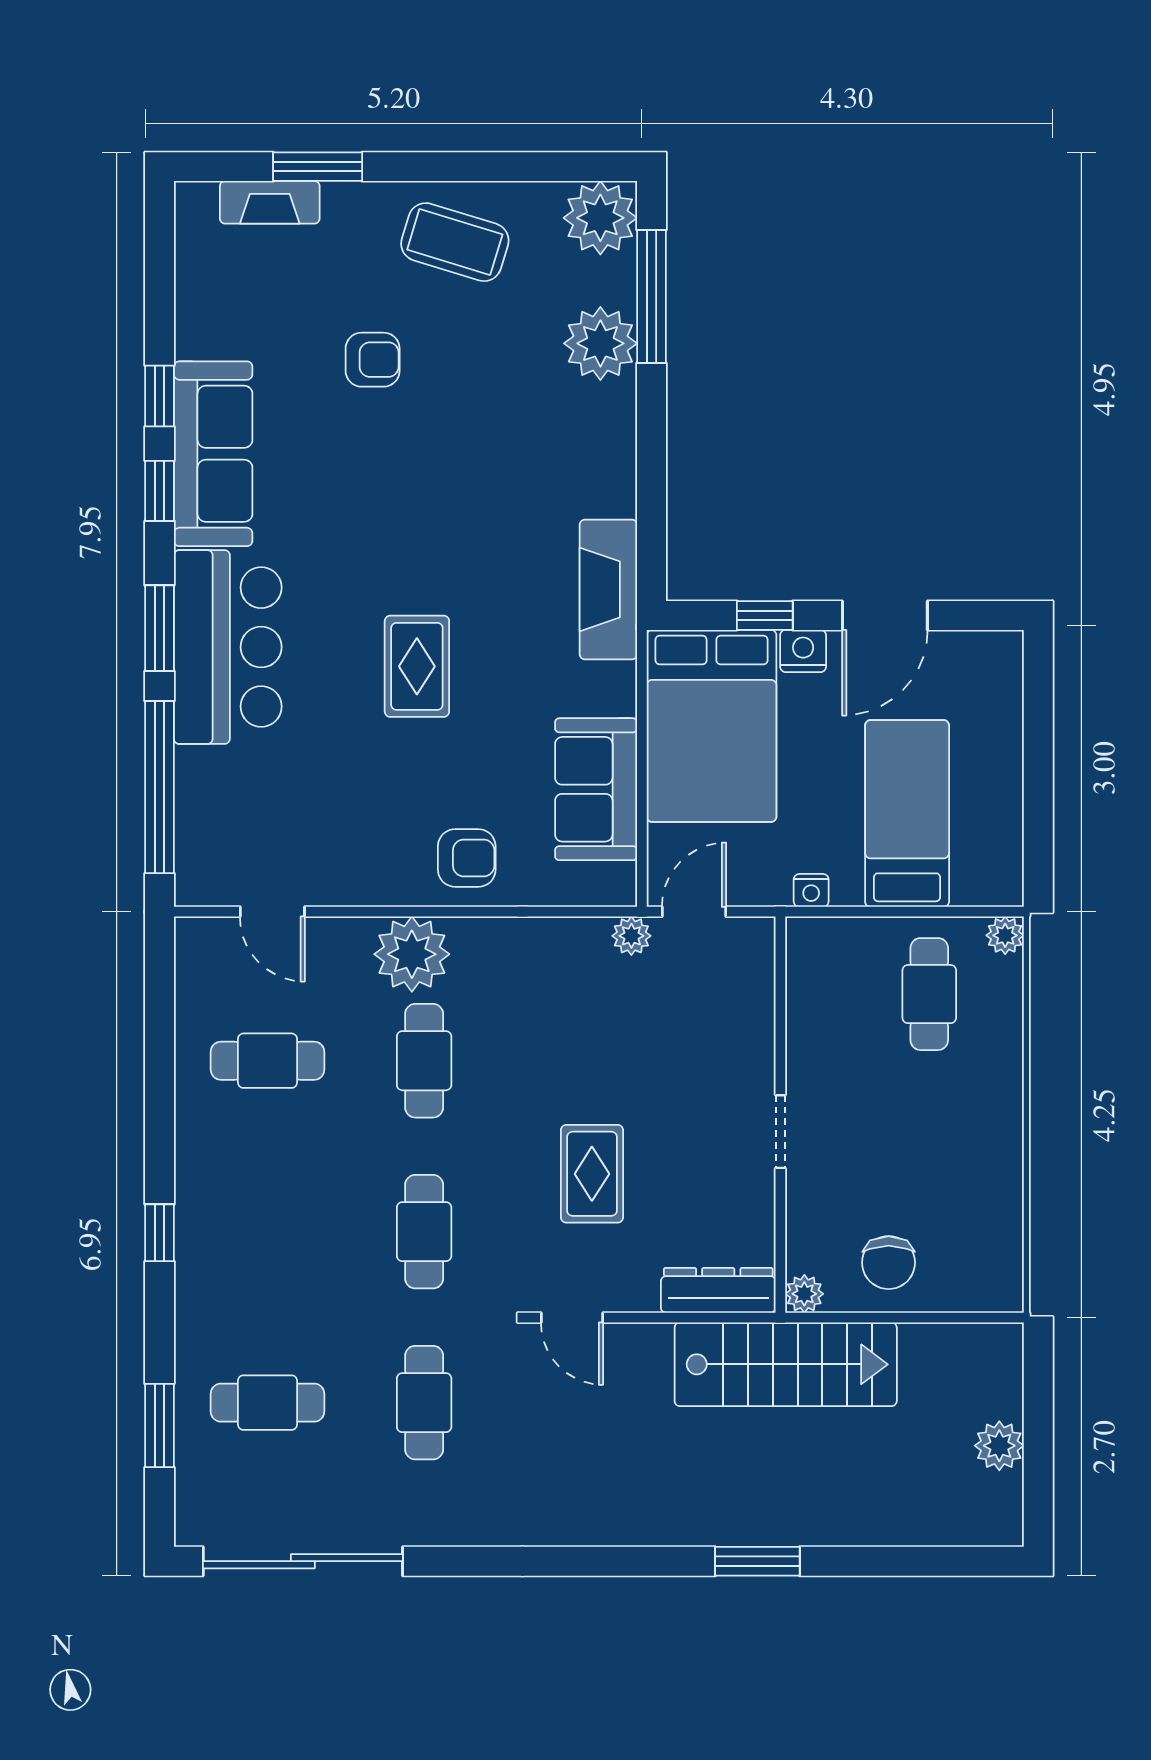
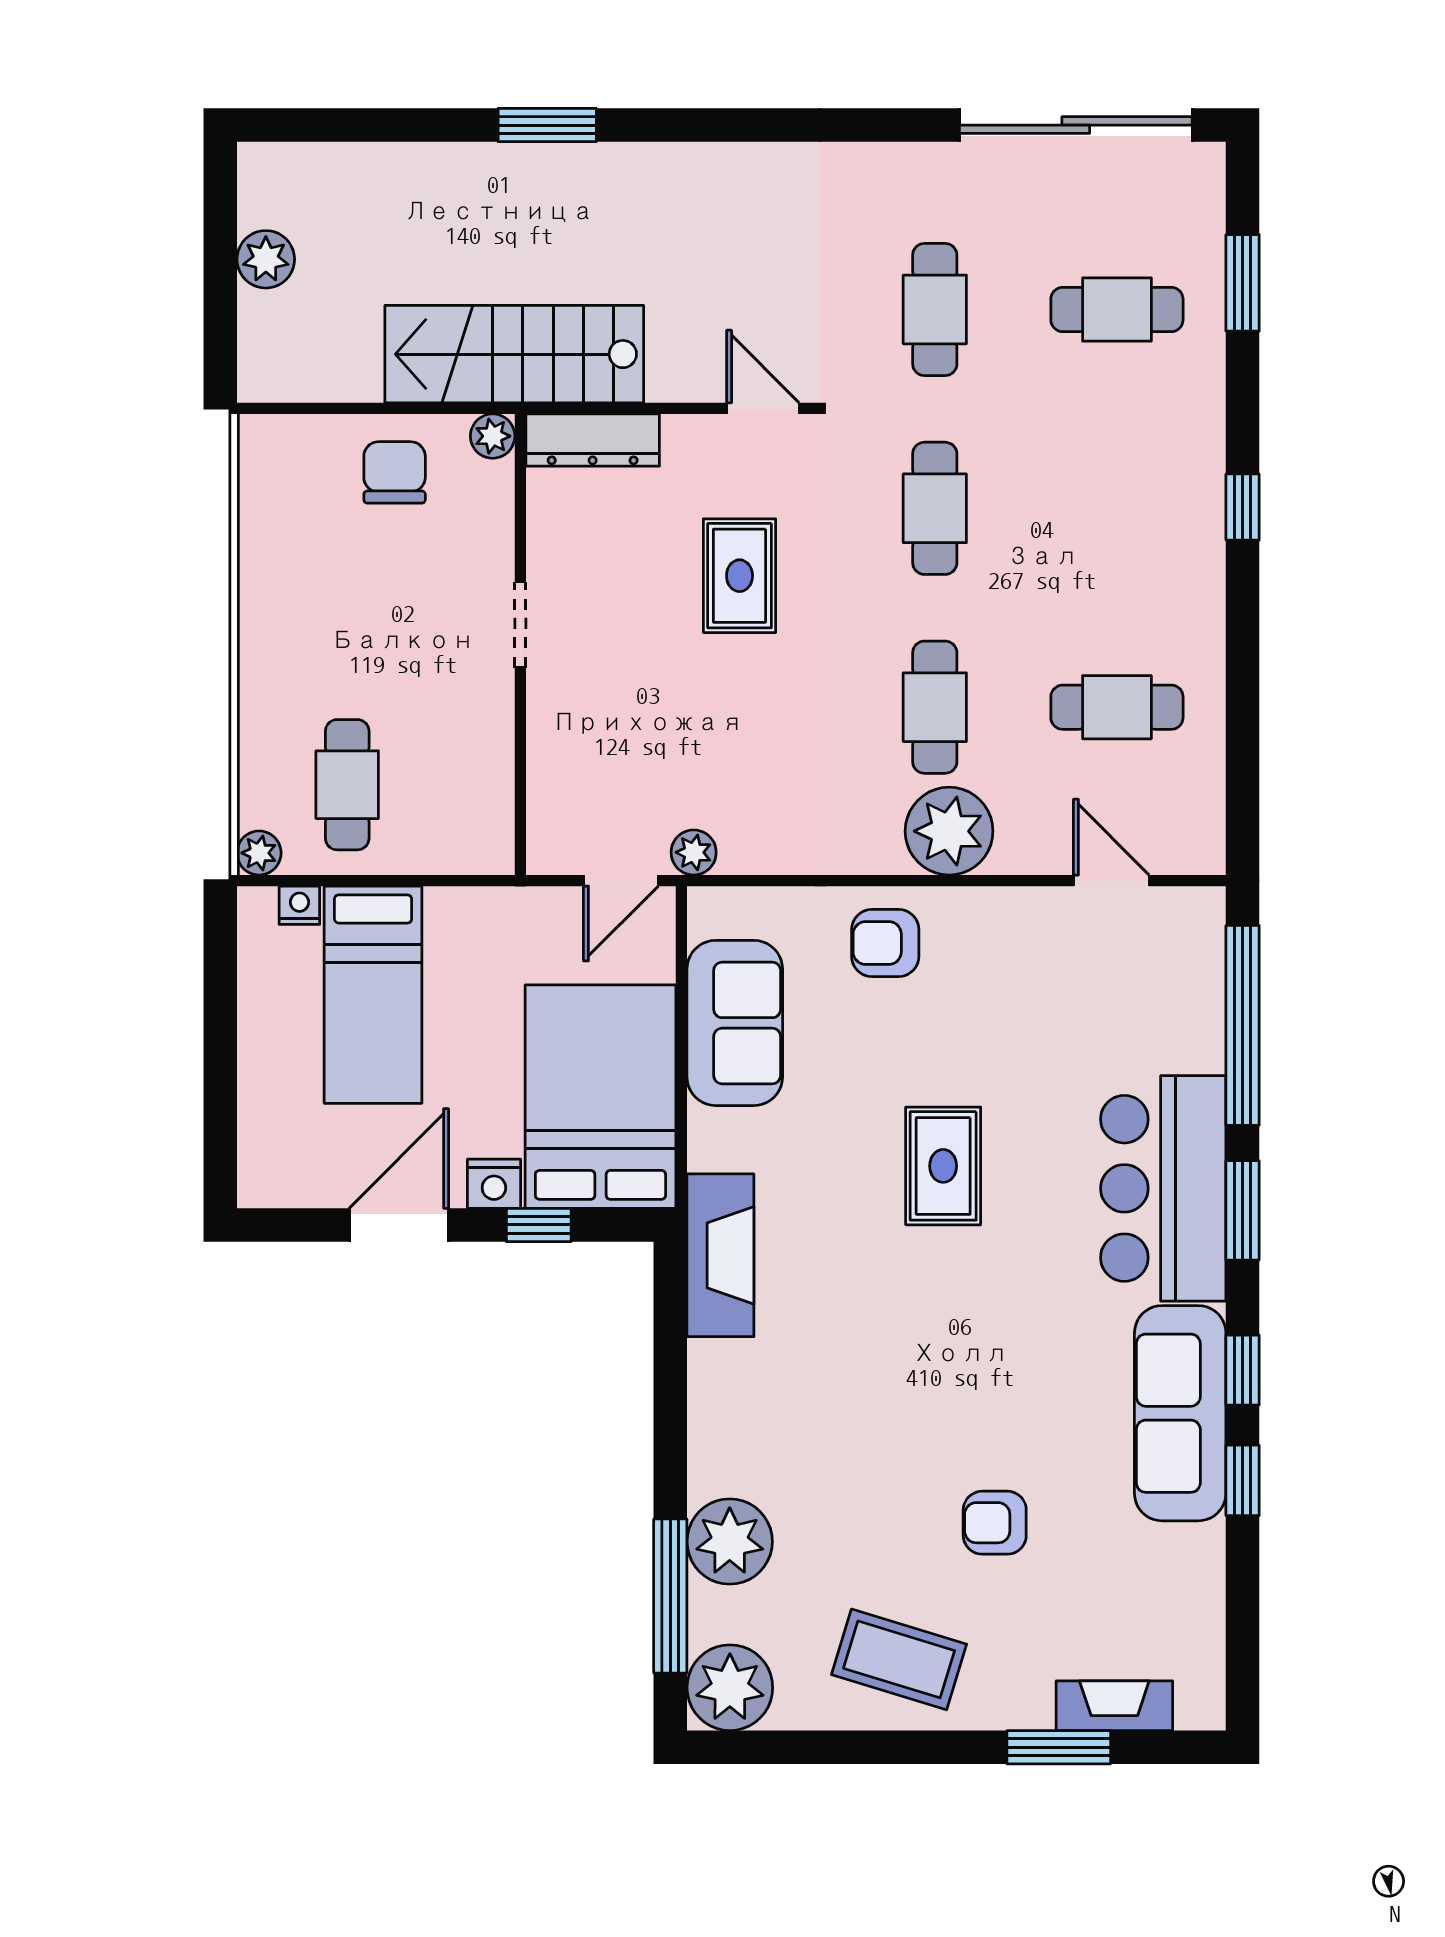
nightstand: (811, 890) -> (299, 905), moved

